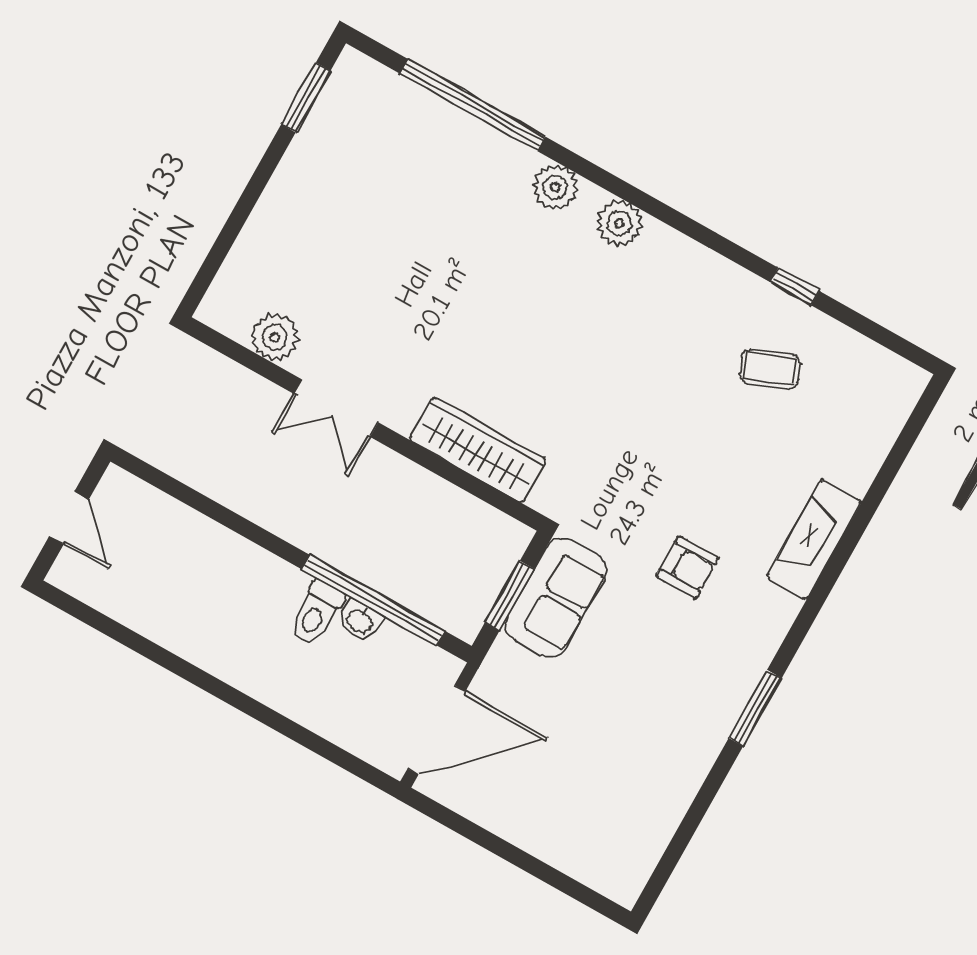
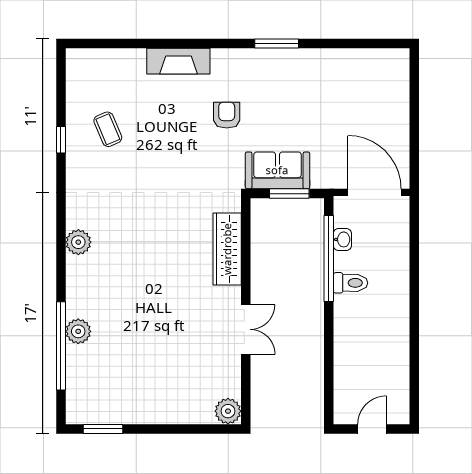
plant: (555, 187) -> (78, 331), moved
plant: (275, 337) -> (228, 411), moved
washbasin: (360, 621) -> (342, 239), moved

